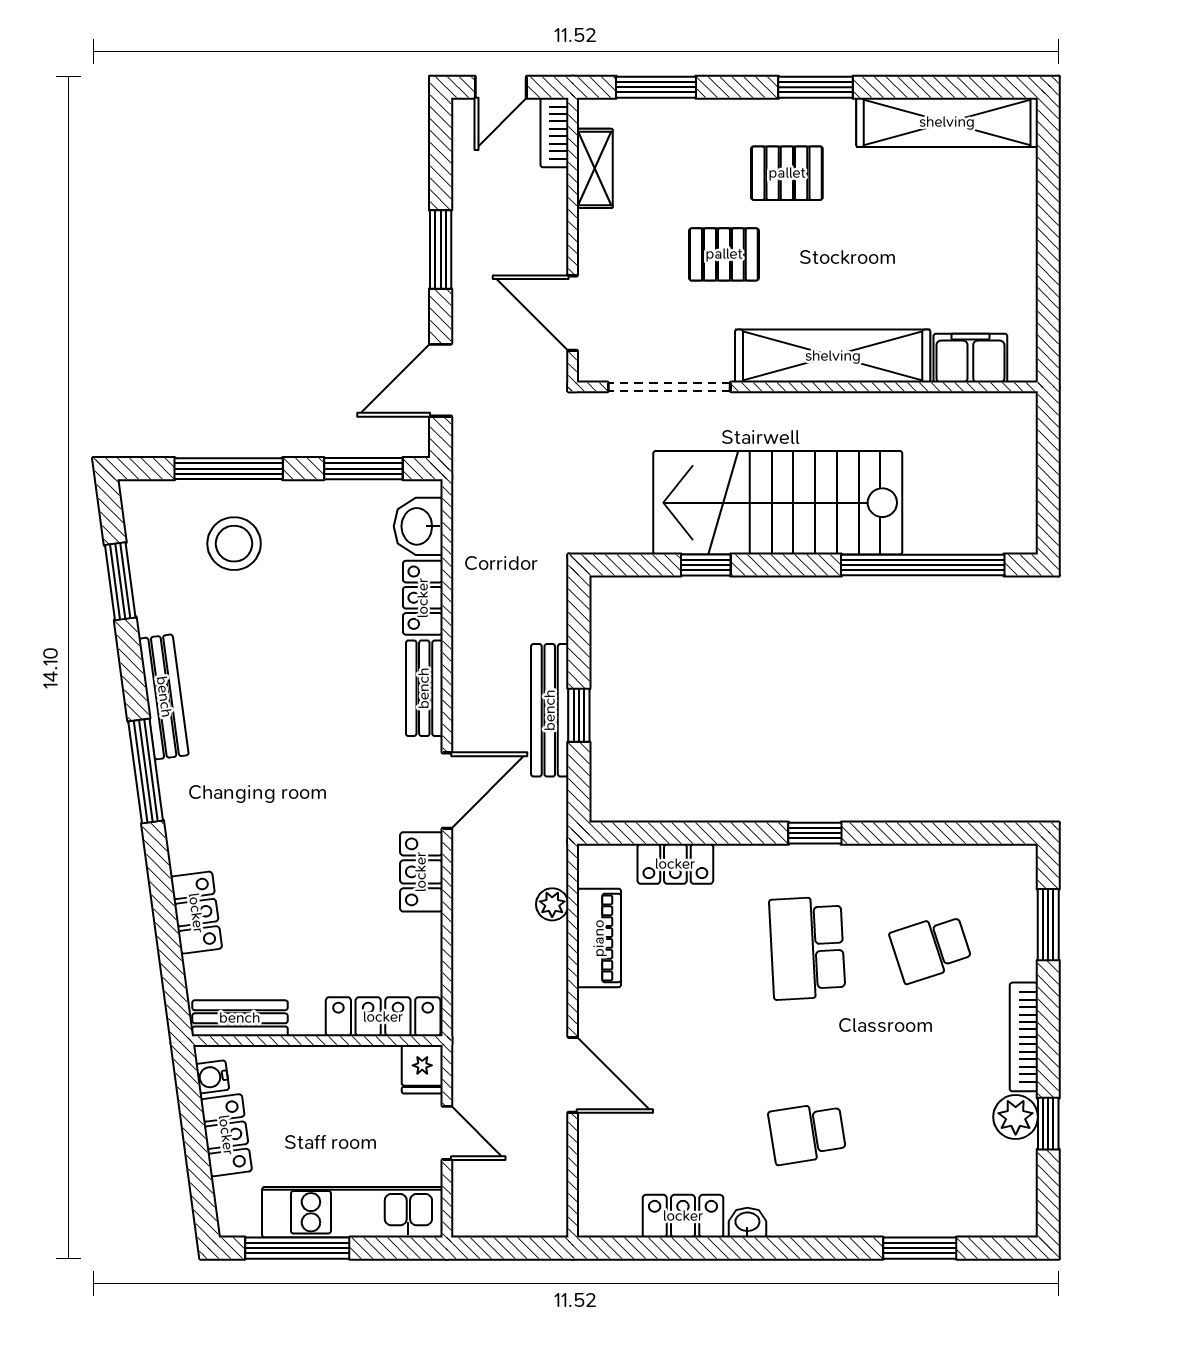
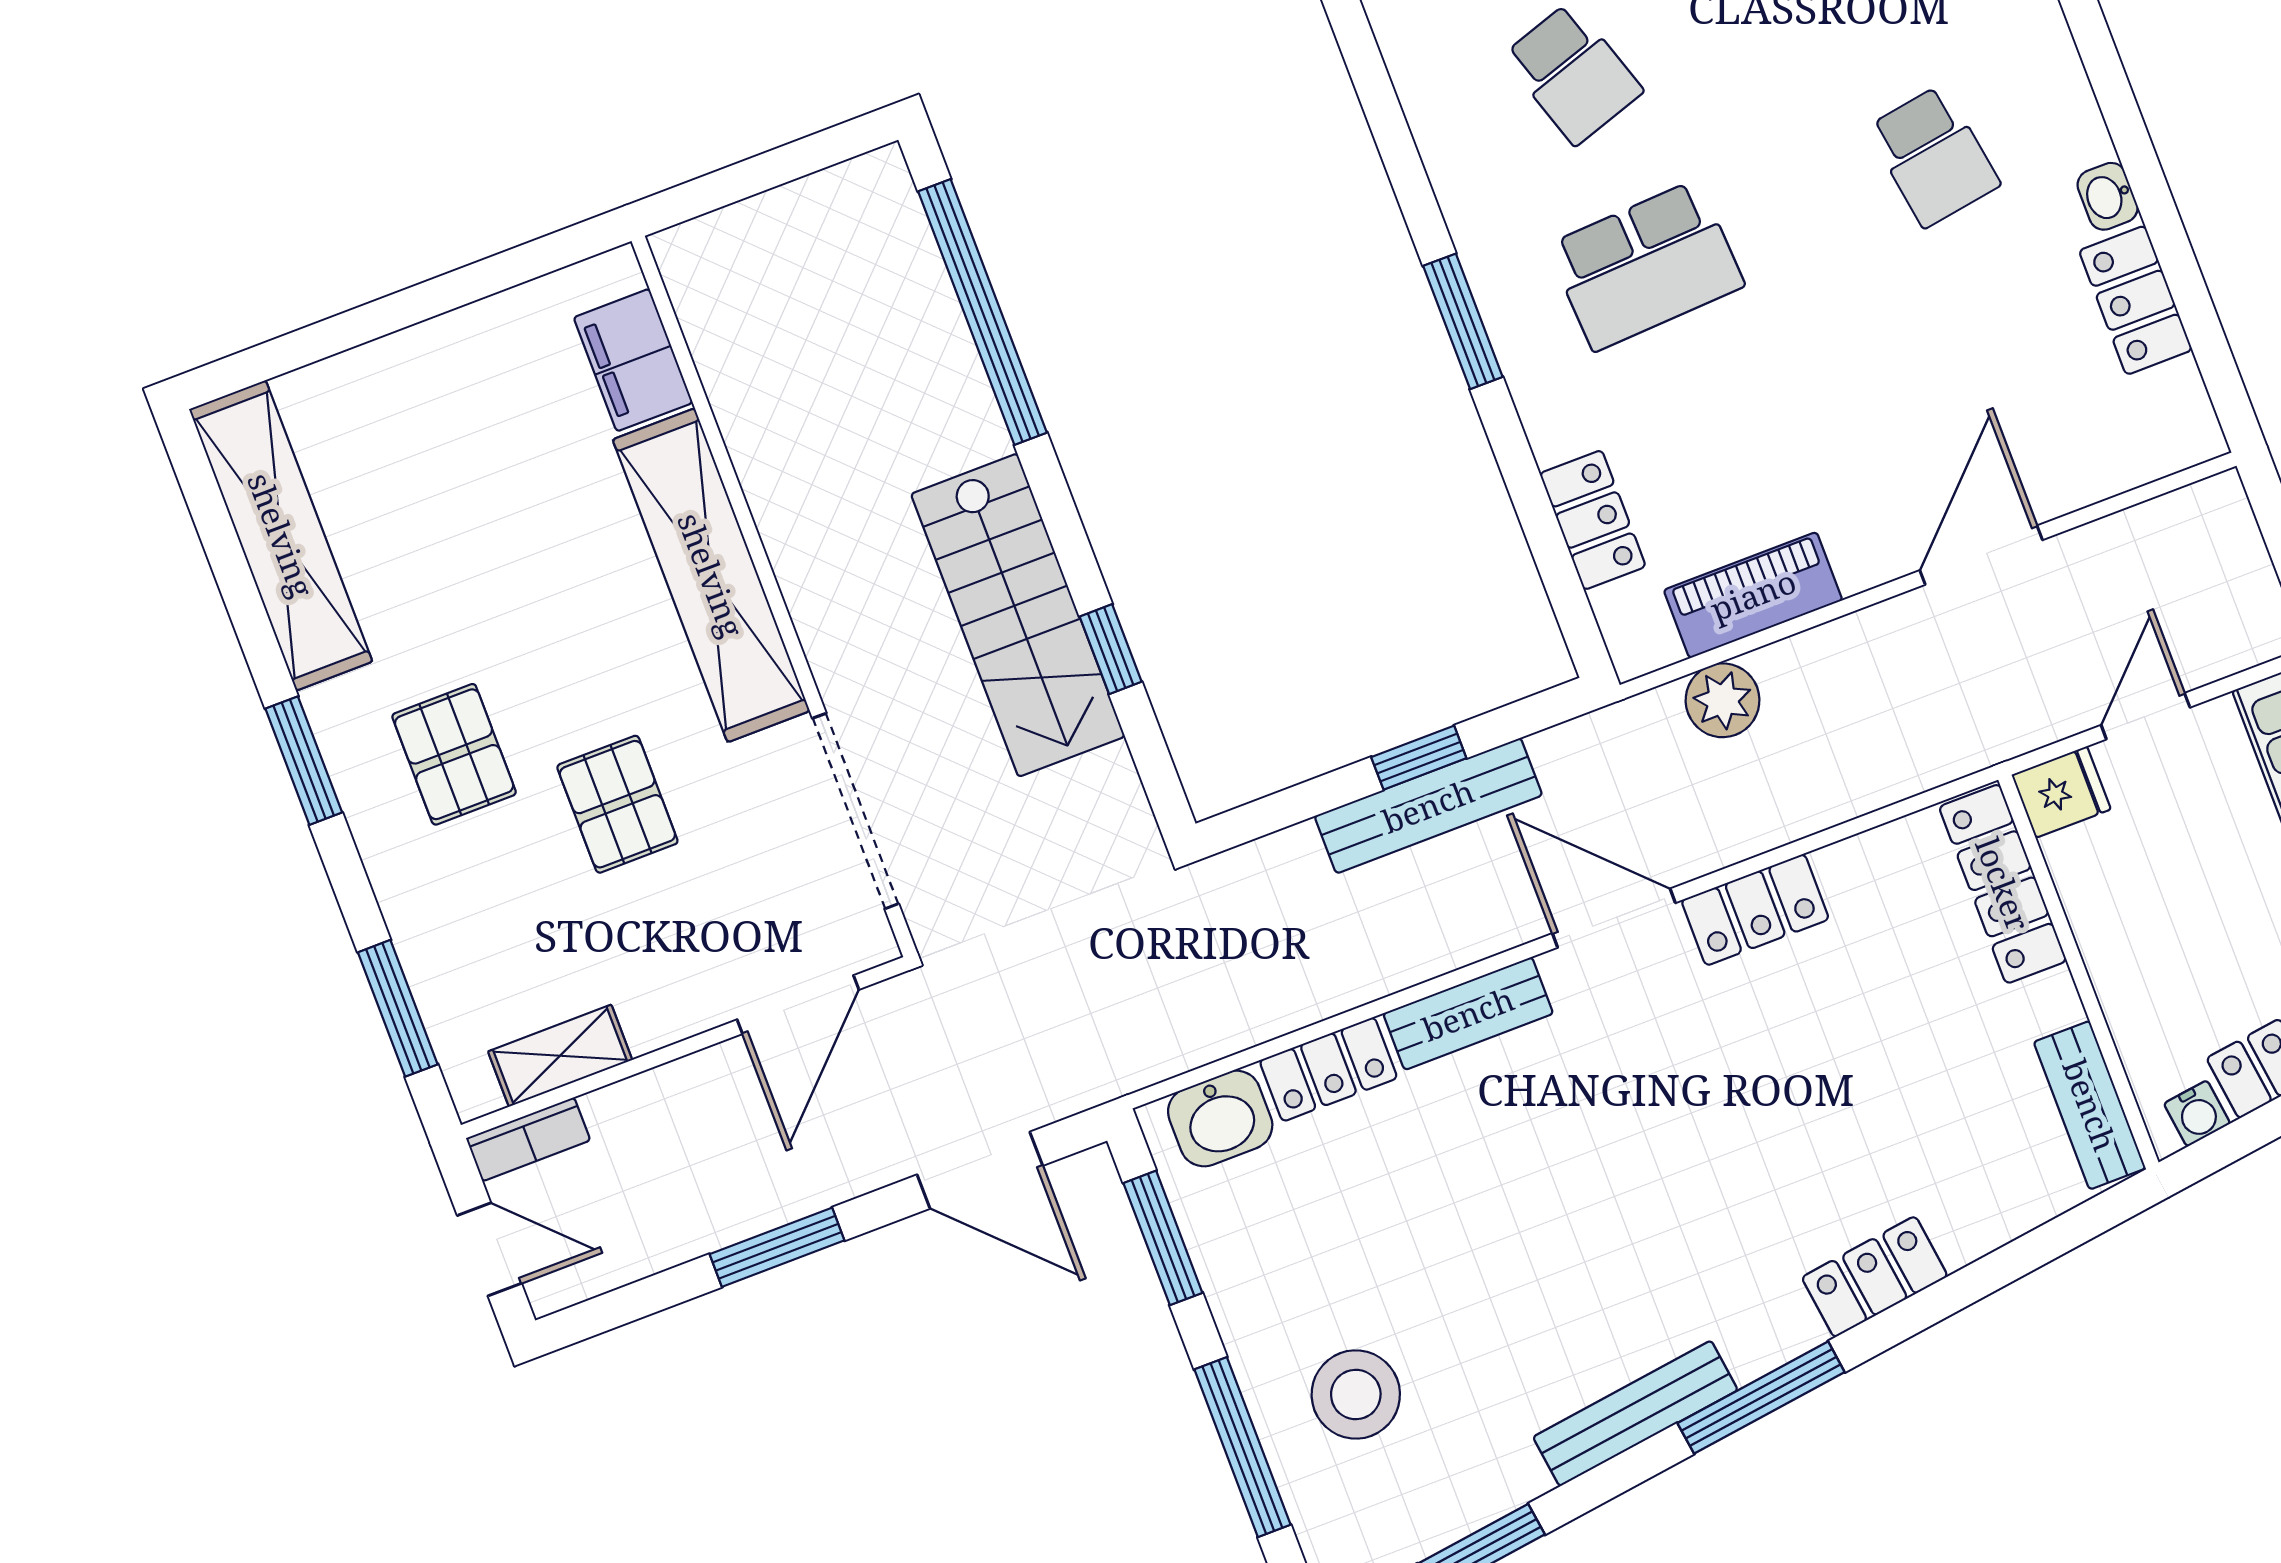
stairs: (778, 503) -> (1018, 615), width x0.73, depth x0.66
window: (815, 833) -> (1463, 321), width x1.50
plant: (552, 904) -> (1723, 700), width x1.38, depth x1.38
locker: (196, 913) -> (1875, 1277), moved

